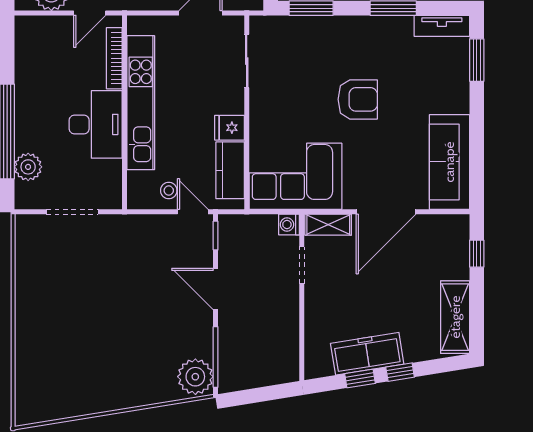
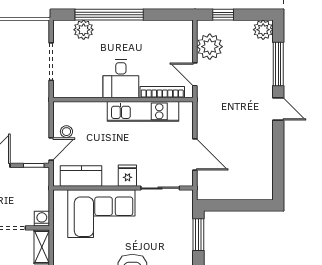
kitchen unit: (141, 103) -> (143, 111), width x0.73
desk: (96, 124) -> (121, 79), width x0.73
fridge: (230, 128) -> (127, 176), moved
corner sofa: (295, 176) -> (101, 214), moved, turned 90

